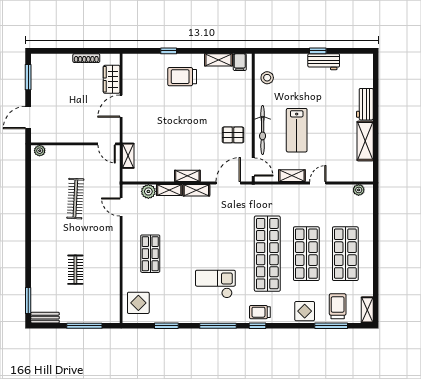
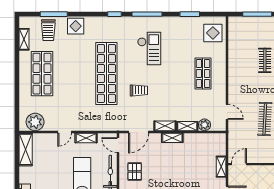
pallet: (233, 135) -> (135, 172), turned 90
shelving: (365, 141) -> (26, 149), moved
door: (107, 144) -> (239, 164), hinge flipped
shelving: (128, 156) -> (221, 167), moved
plant: (359, 190) -> (35, 122), width x1.88, depth x1.88
shop shelf: (306, 254) -> (74, 74), removed
checkout: (215, 284) -> (149, 48), turned -90
shelving: (367, 310) -> (24, 39), moved
trolley: (260, 312) -> (139, 90), moved

